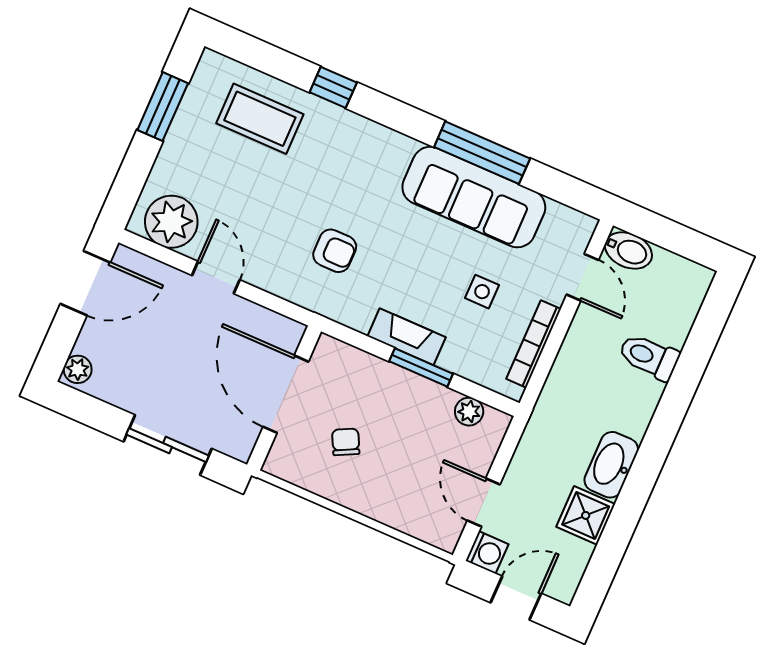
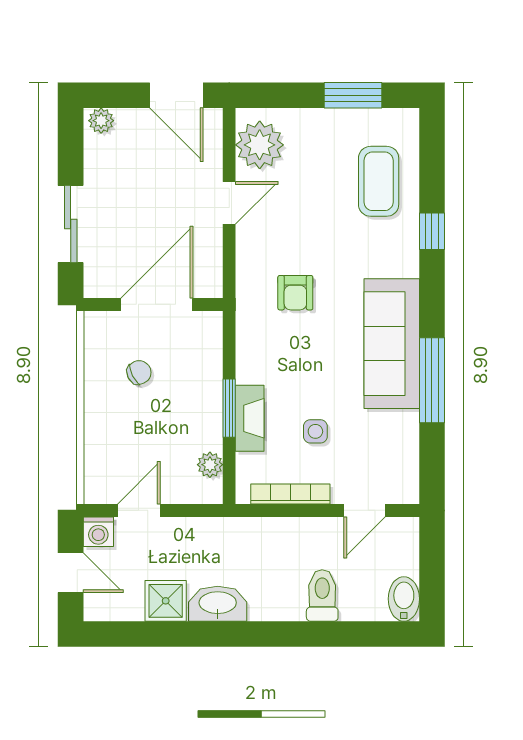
sofa: (474, 197) -> (392, 344), moved
bidet: (628, 250) -> (404, 599), moved, turned 180
fireplace: (407, 337) -> (250, 418), moved

